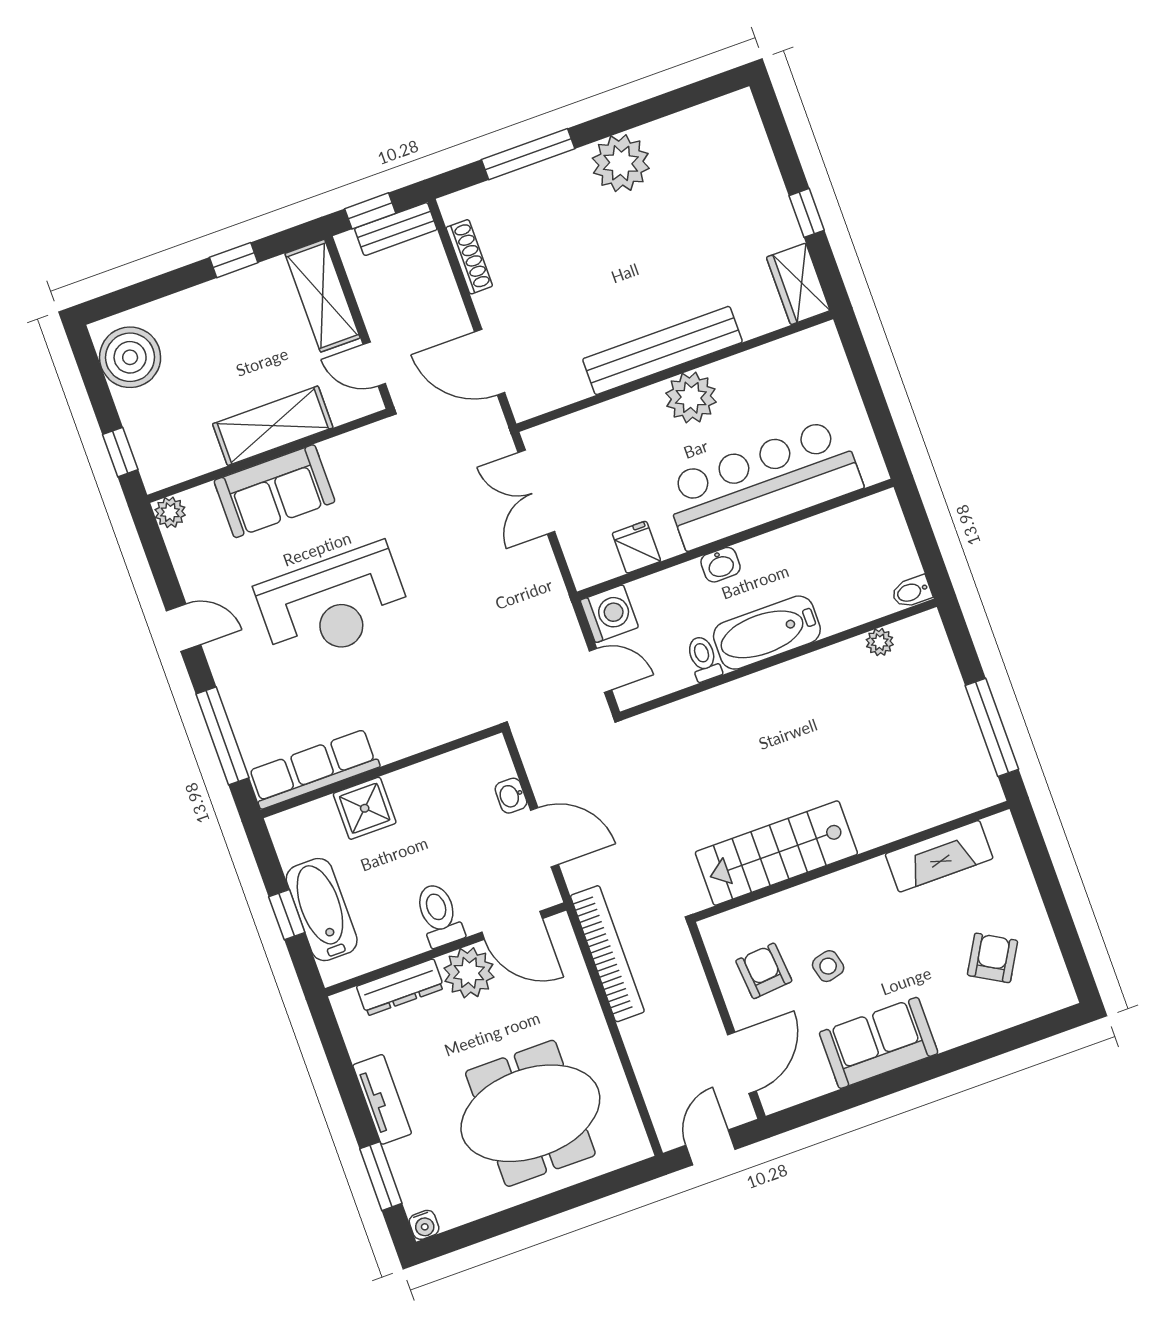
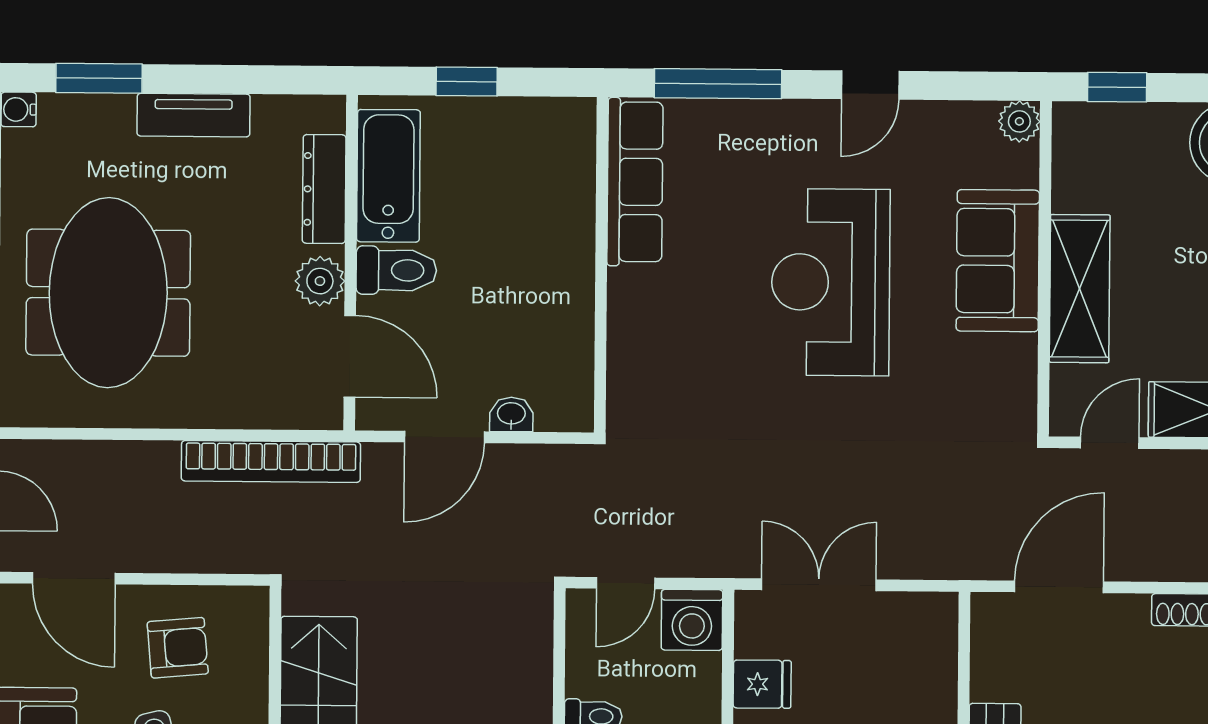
double door: (536, 492) -> (819, 585), moved
shower: (365, 808) -> (563, 227), removed
bathtub: (322, 910) -> (388, 176), moved, turned -90
door: (512, 925) -> (350, 356), swing flipped
plant: (469, 973) -> (320, 281), width x0.73, depth x0.73

